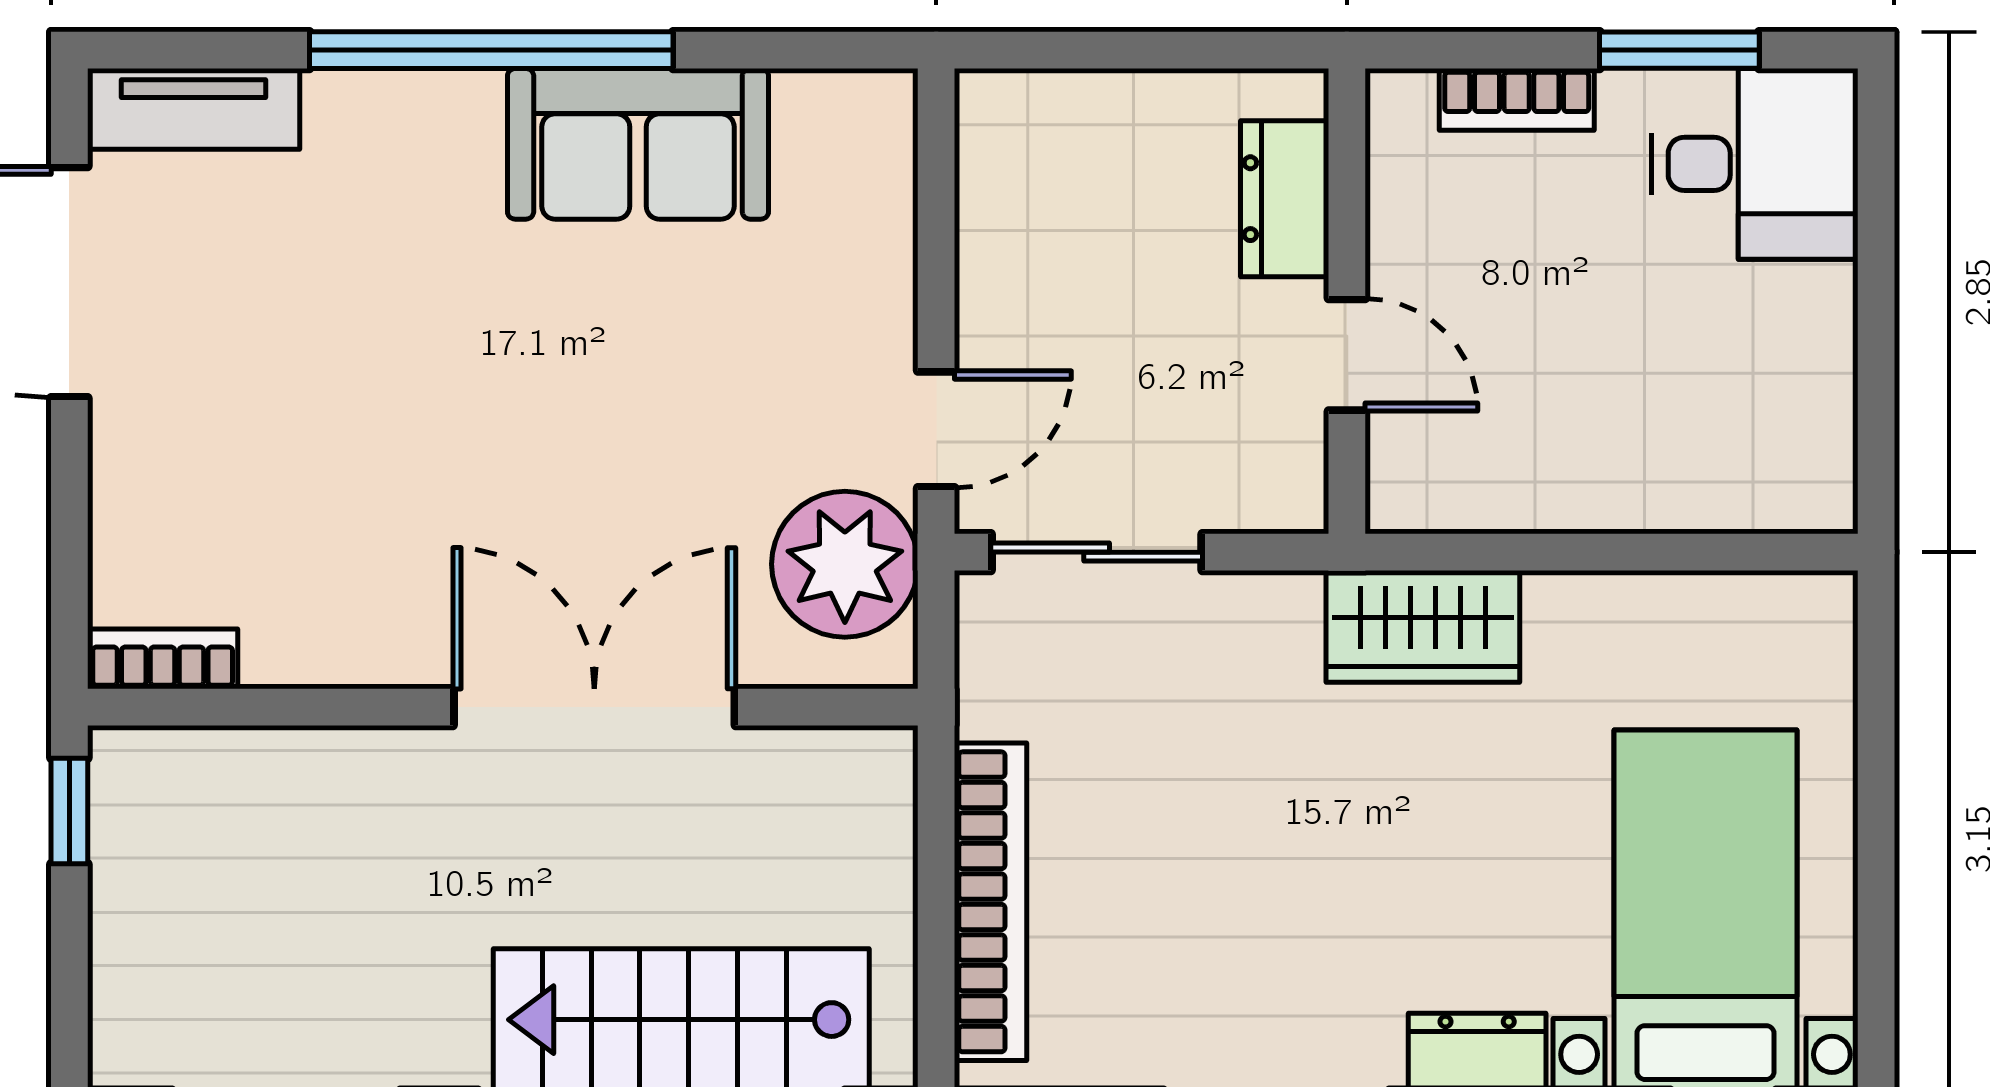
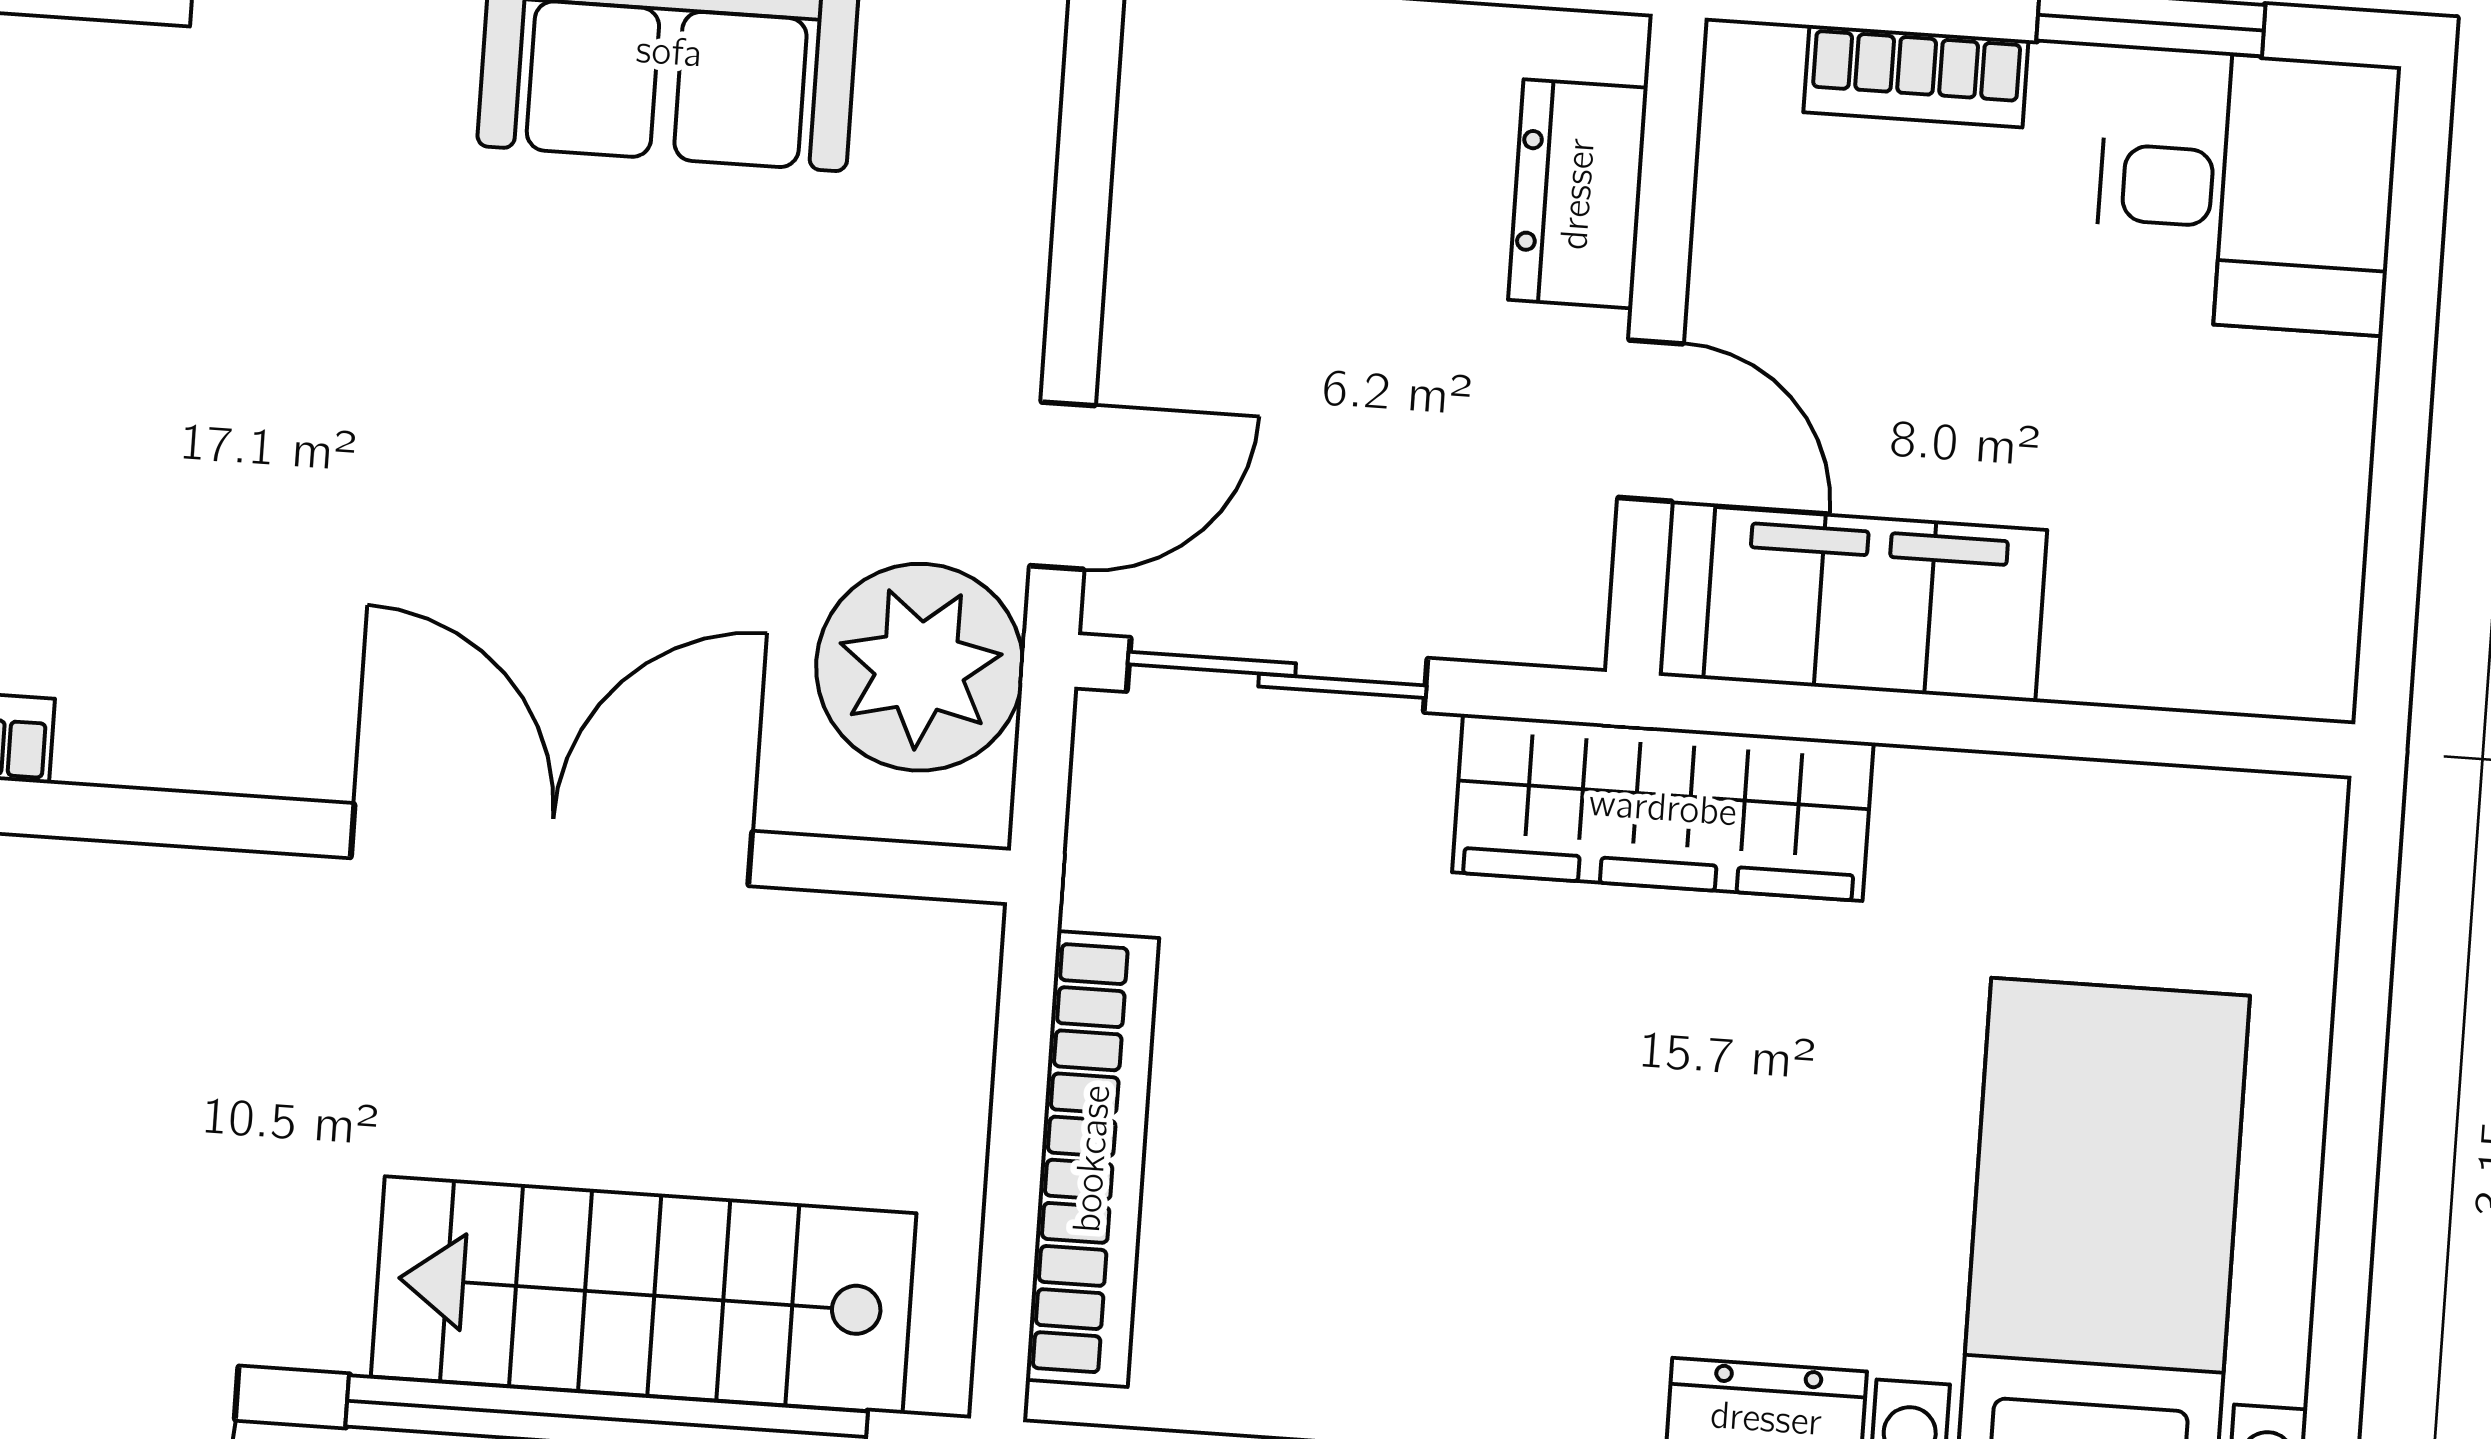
filing cabinet: (1514, 473) -> (1875, 604), added
wardrobe: (1423, 626) -> (1663, 808), width x1.50

